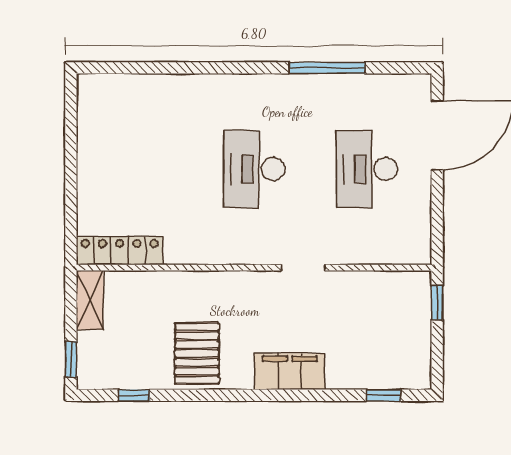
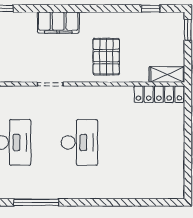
shelving: (90, 300) -> (167, 75), moved, turned 90
pallet: (197, 353) -> (106, 57), moved

